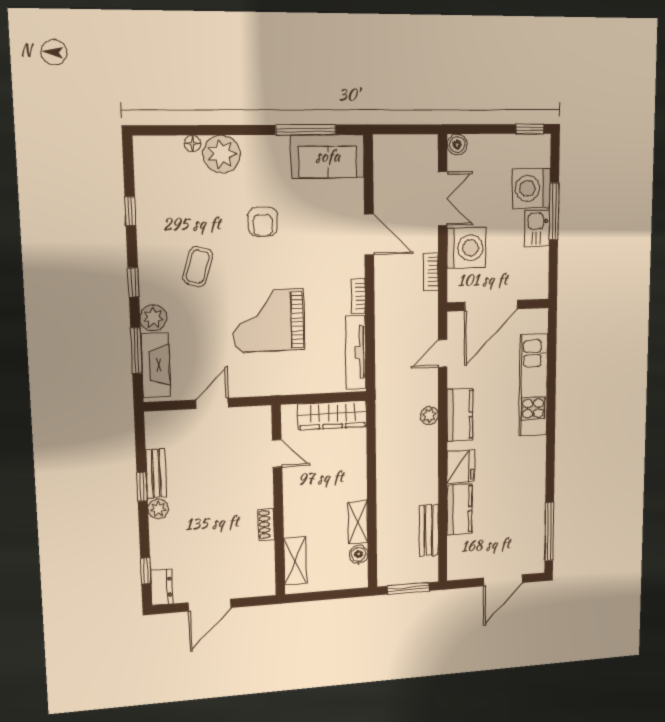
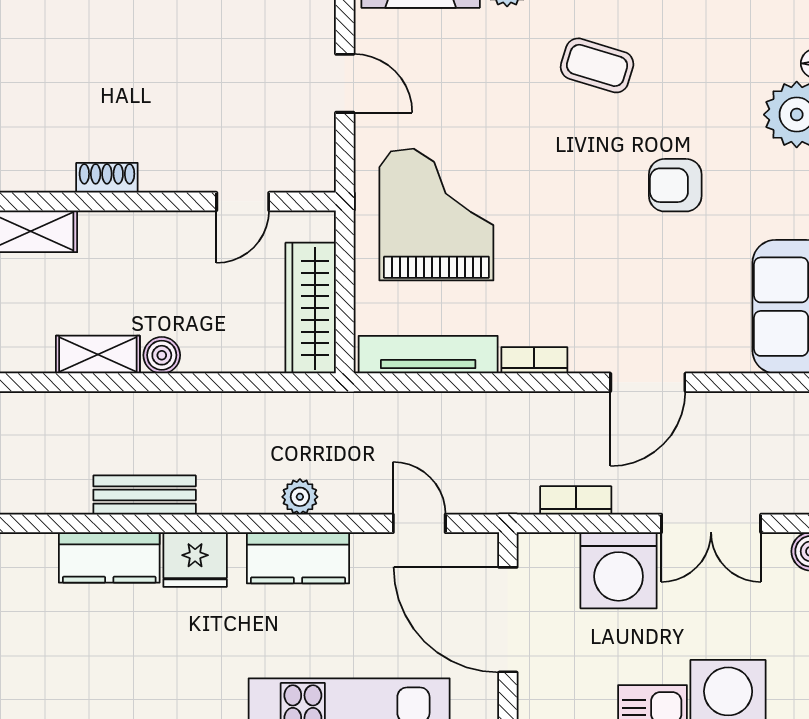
grand piano: (269, 321) -> (436, 215), moved
bench: (429, 530) -> (145, 495), moved
boiler: (359, 554) -> (162, 355), moved

